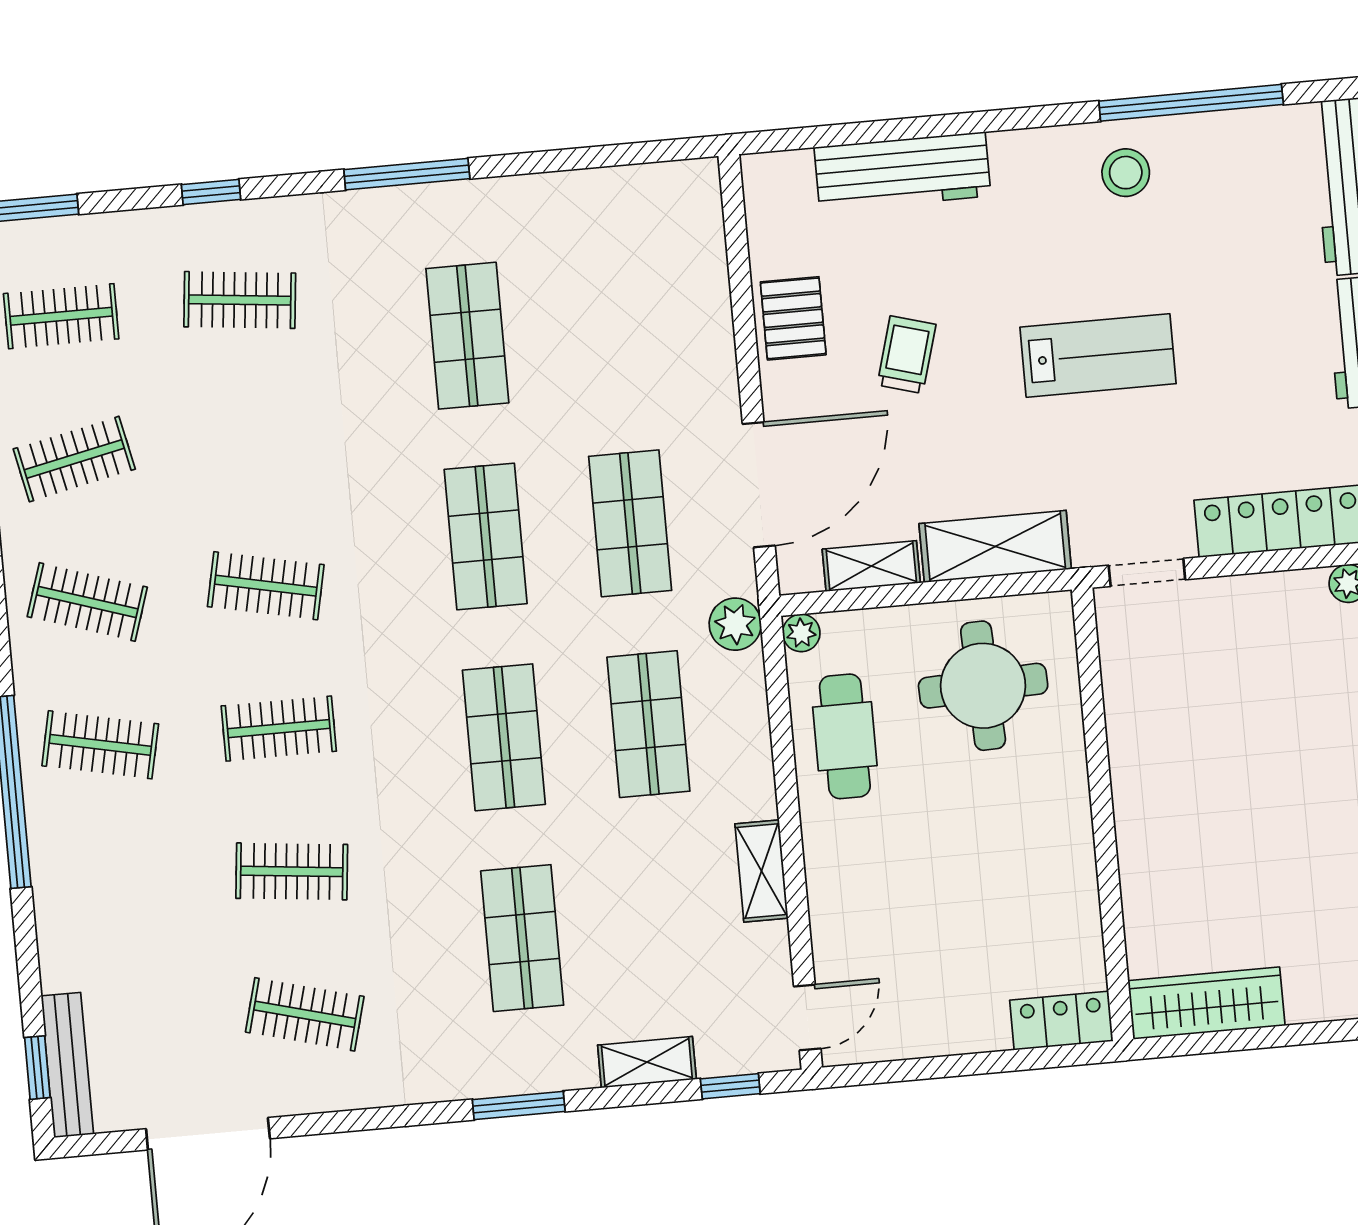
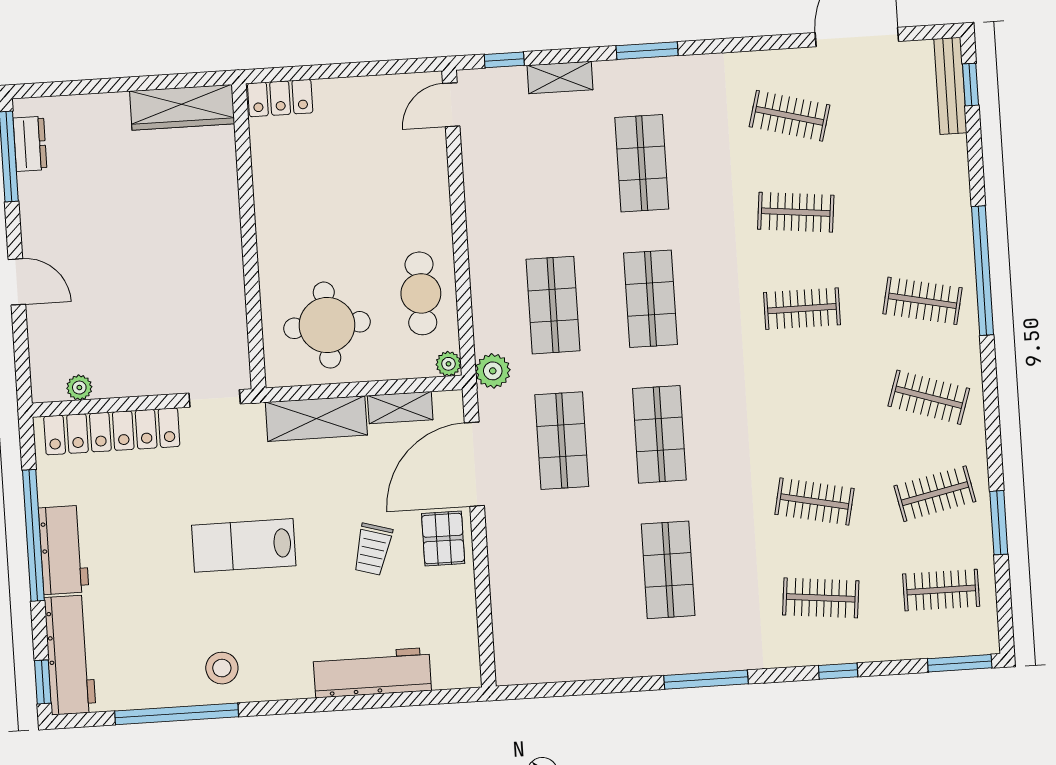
pallet: (793, 318) -> (443, 539), moved
clothes rail: (266, 586) -> (814, 501), moved
shelving: (761, 871) -> (479, 204), removed

